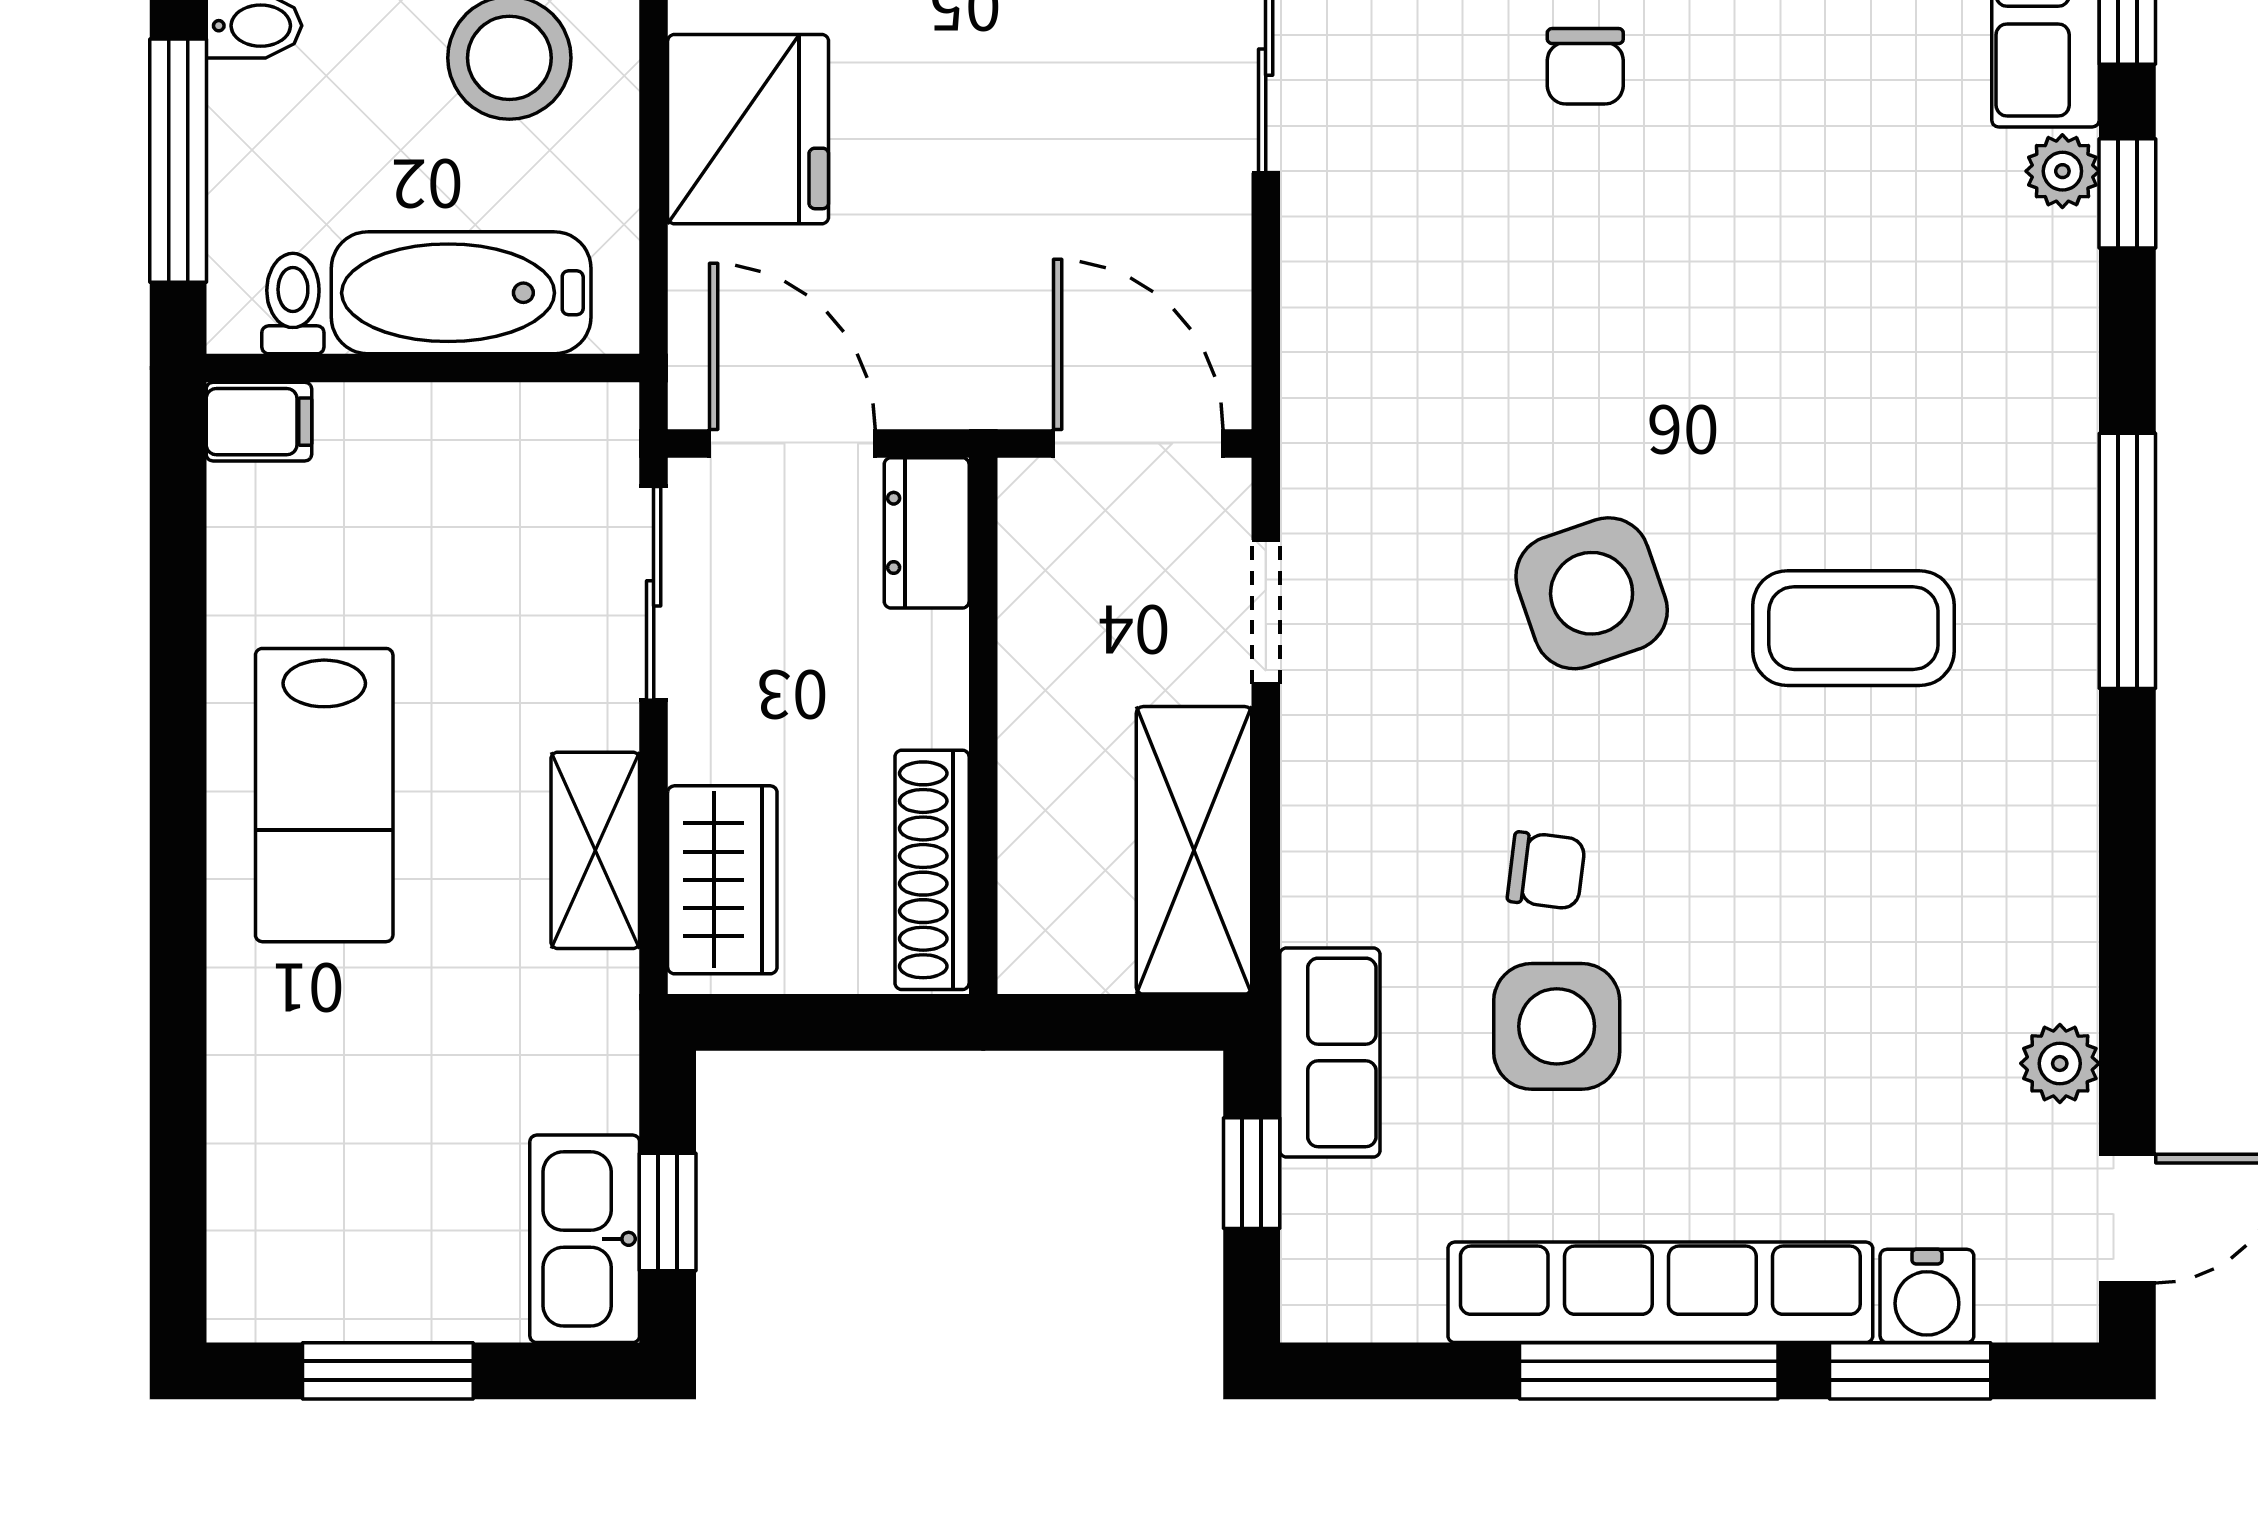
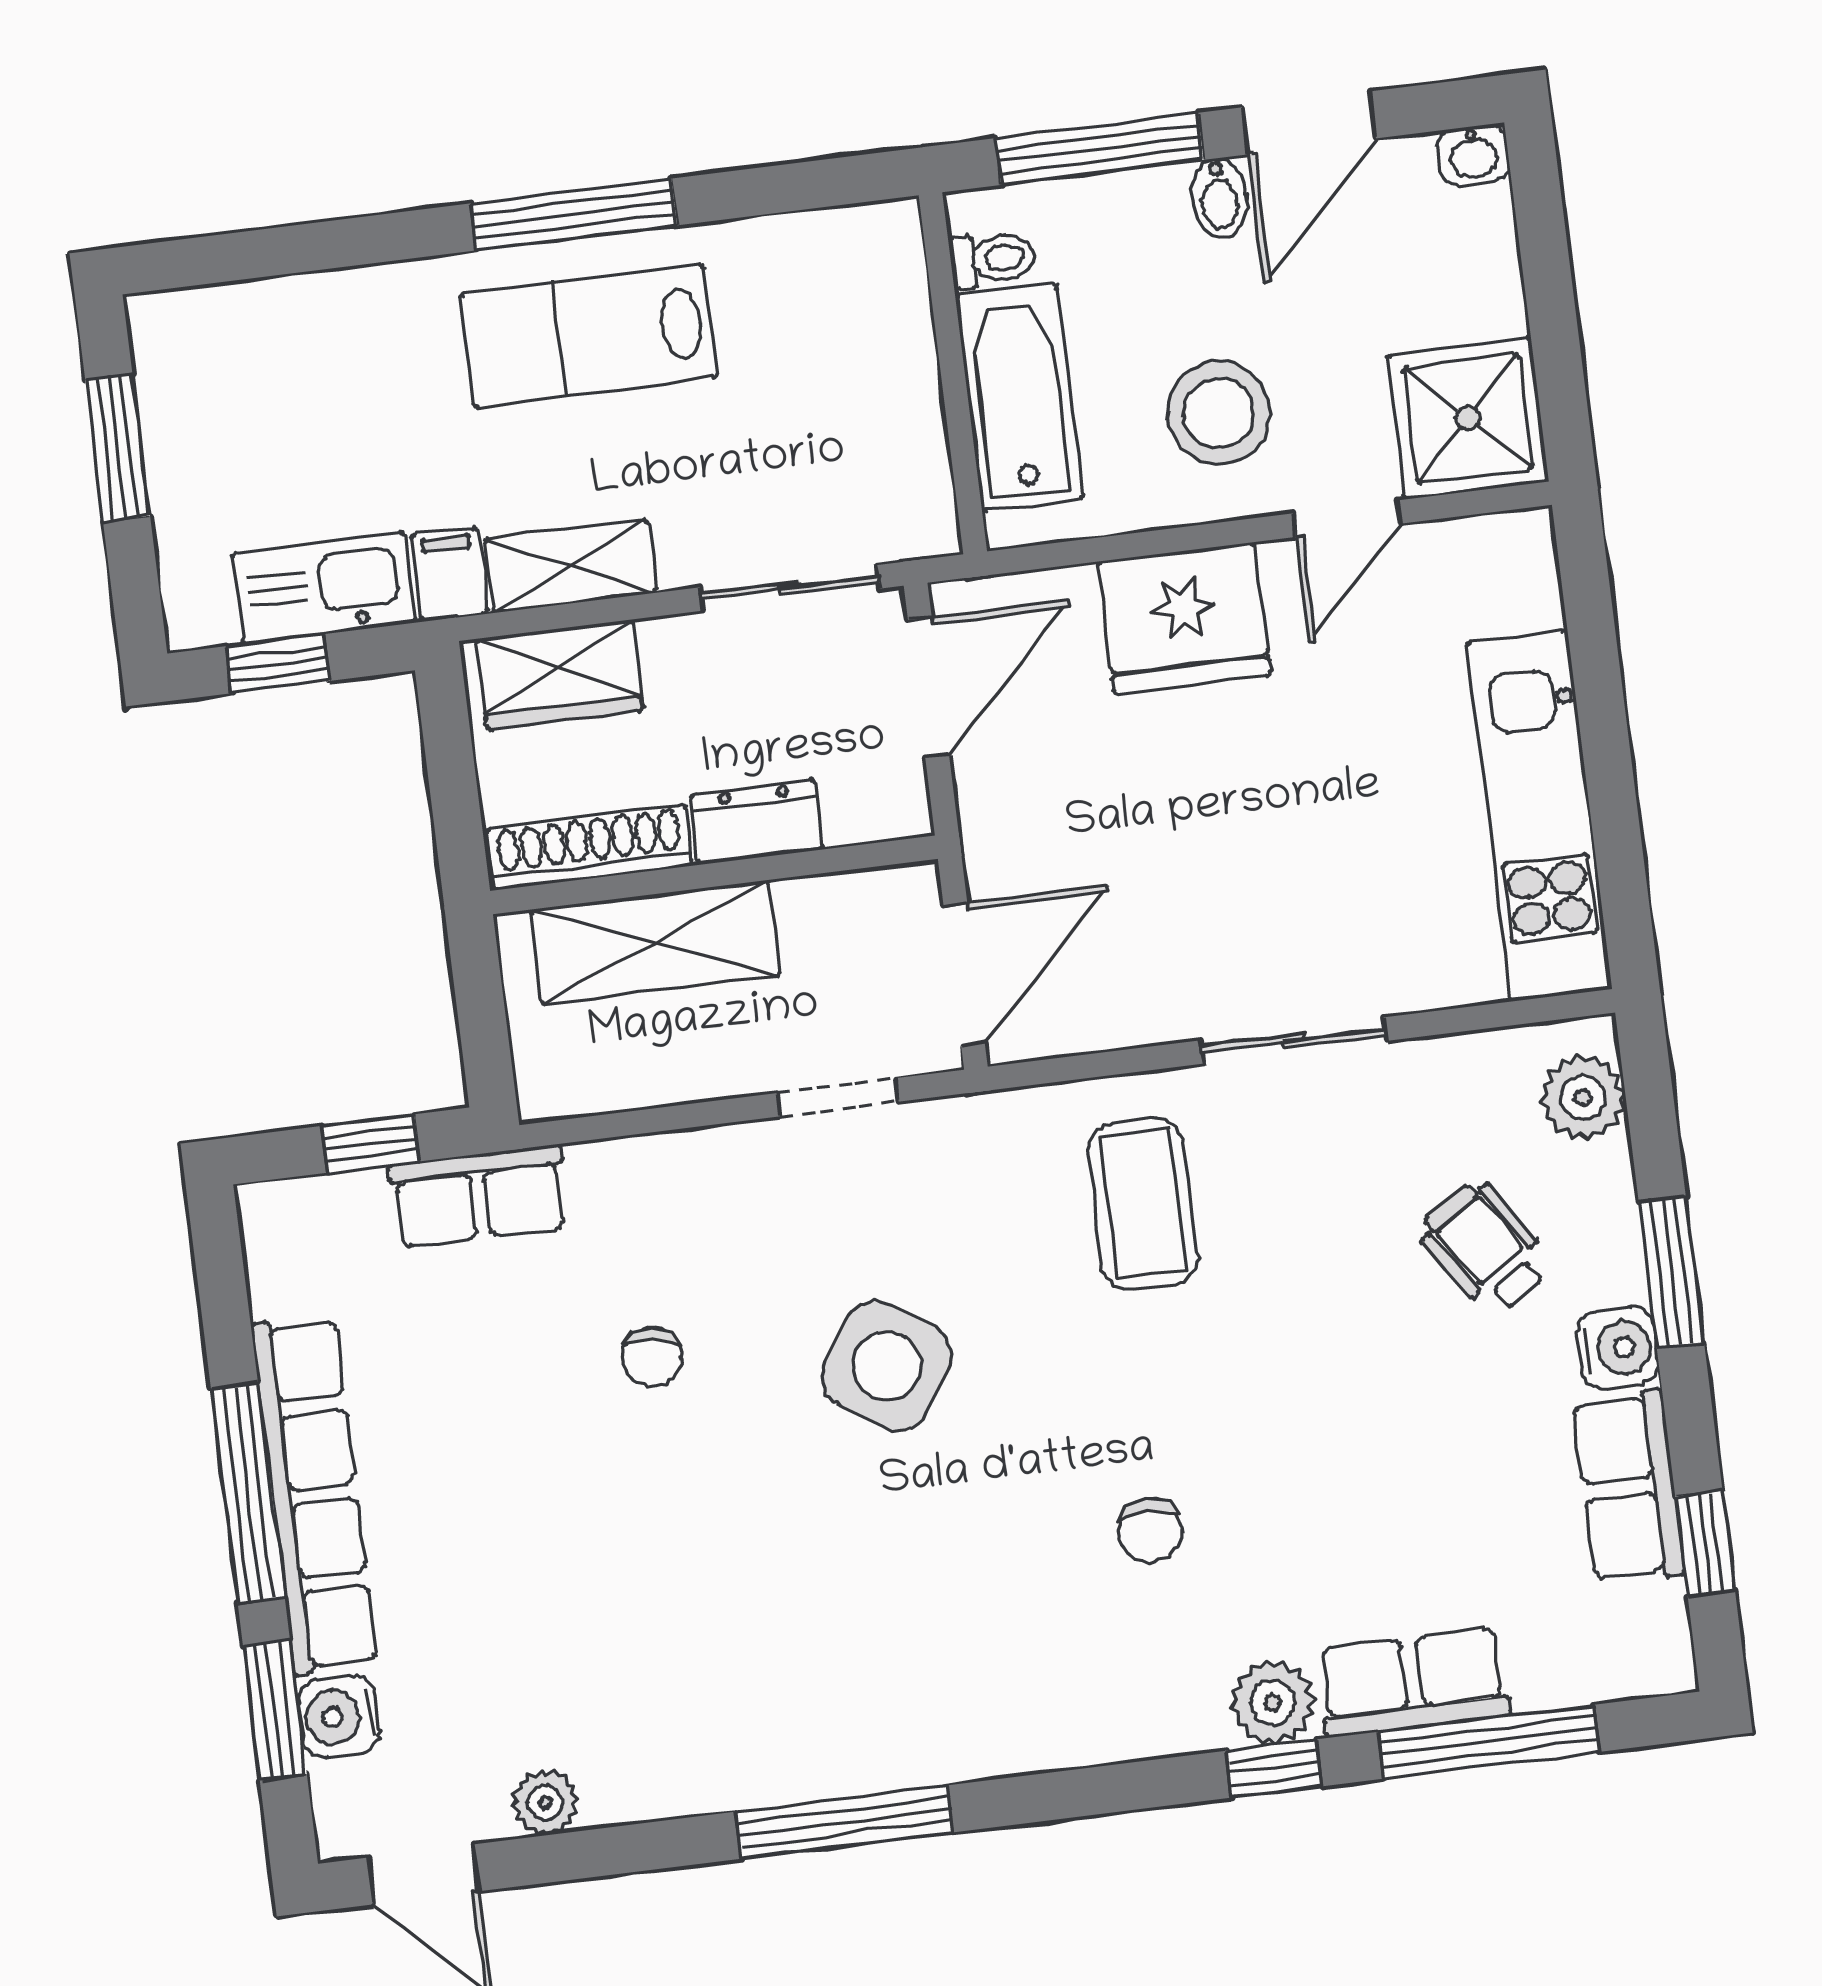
chair: (1585, 66) -> (1150, 1530), moved, turned -90
plant: (2062, 171) -> (1273, 1703), width x1.38, depth x1.38
filing cabinet: (259, 422) -> (449, 574), moved, turned 180
dresser: (927, 533) -> (757, 822), moved
window: (2127, 561) -> (845, 1822), moved
side table: (1592, 593) -> (887, 1366), turned -38
coffee table: (1853, 628) -> (1143, 1204), moved
window: (178, 795) -> (574, 214), added
shelving: (1194, 850) -> (655, 943), moved
side table: (1557, 1026) -> (524, 1381), removed
kitchen sink: (585, 1239) -> (324, 588), moved

